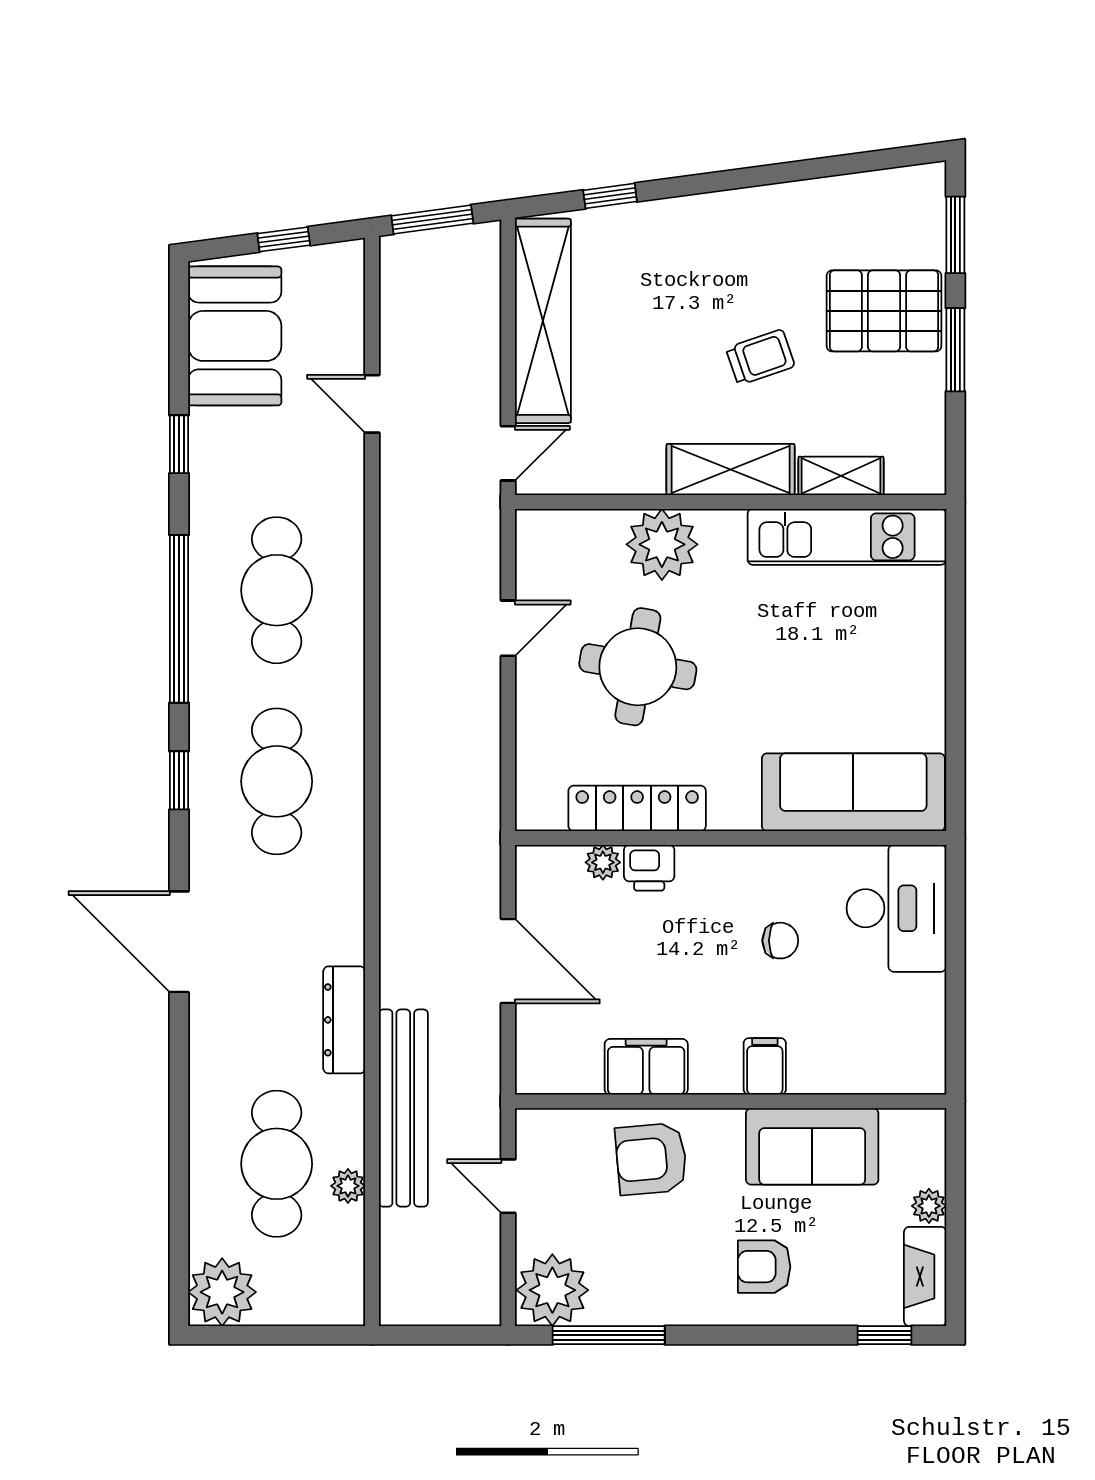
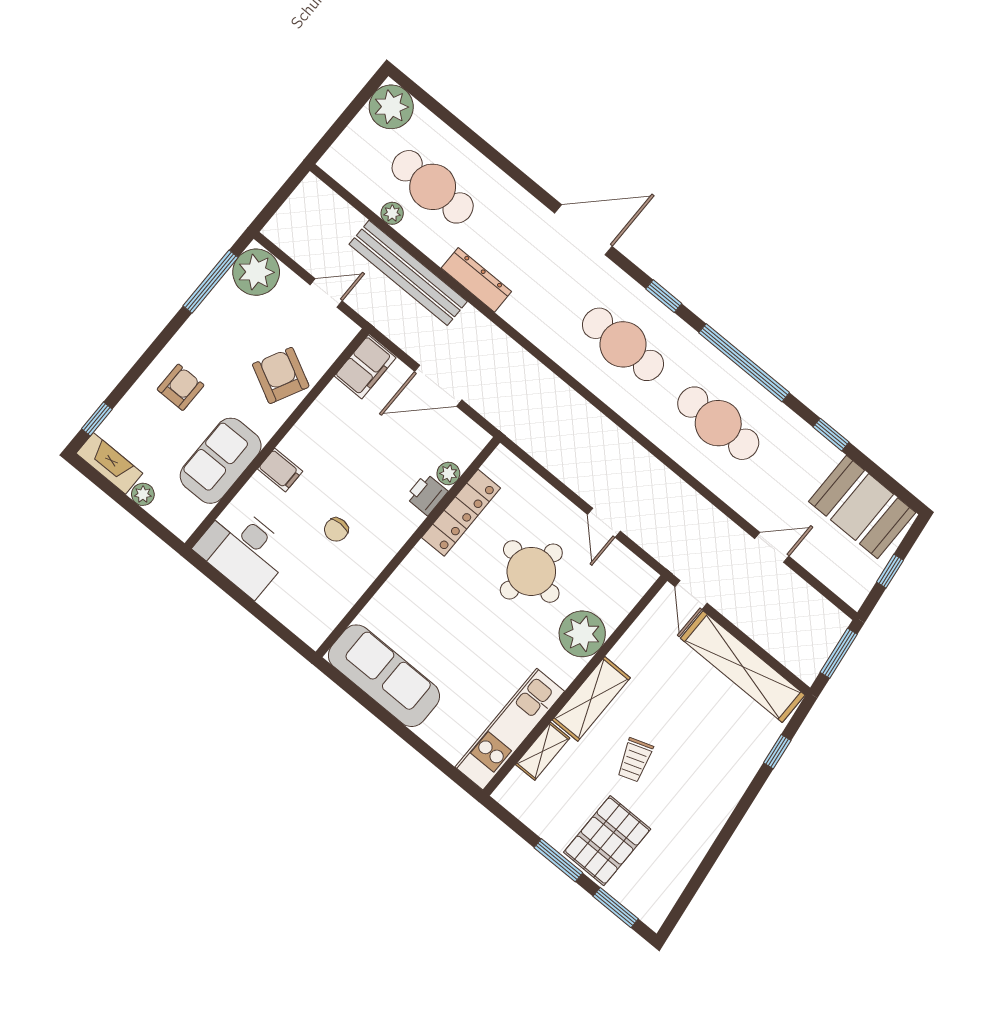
sofa: (853, 792) -> (384, 676), moved, turned -90
desk: (896, 908) -> (243, 550), moved
filing cabinet: (646, 1067) -> (365, 367), moved
armchair: (651, 1159) -> (281, 375), turned -58

